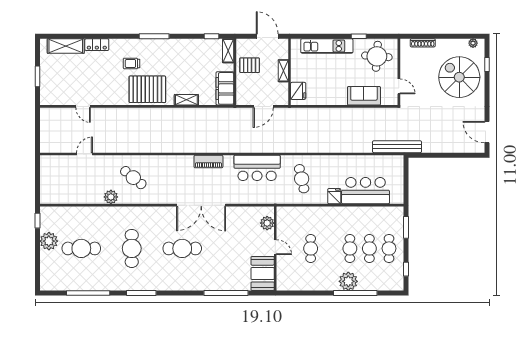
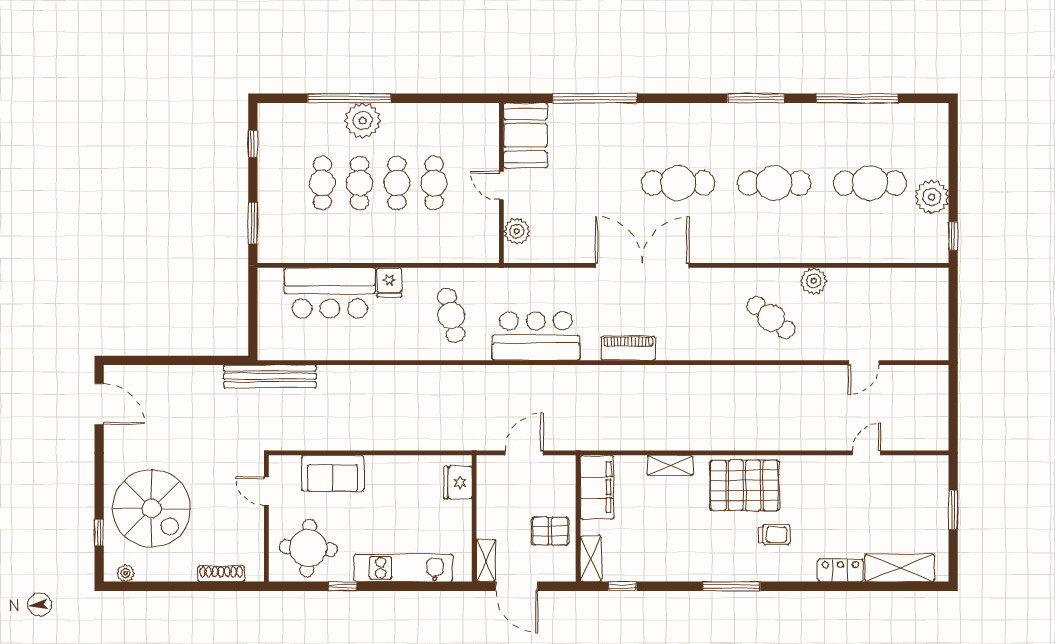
shelving: (283, 71) -> (486, 561), moved
door: (83, 106) -> (866, 453), hinge flipped
cafe table: (132, 248) -> (774, 183), turned 90
cafe table: (389, 248) -> (397, 183), moved

